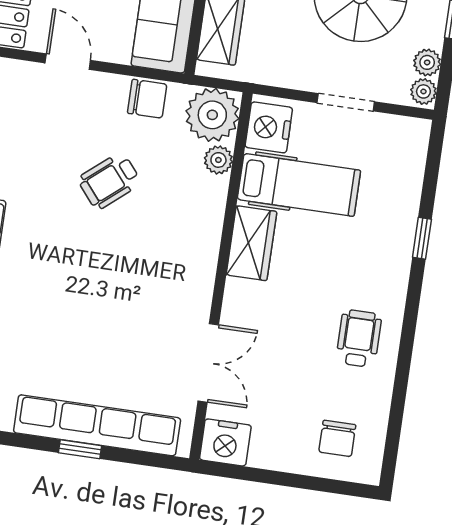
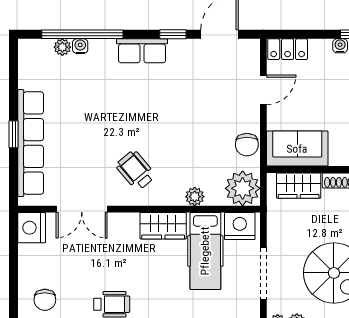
doorway: (346, 102) -> (263, 274), width x1.38
plant: (218, 160) -> (195, 197), moved
wheelchair: (109, 181) -> (136, 170), moved
chair: (337, 438) -> (45, 300), turned -90

